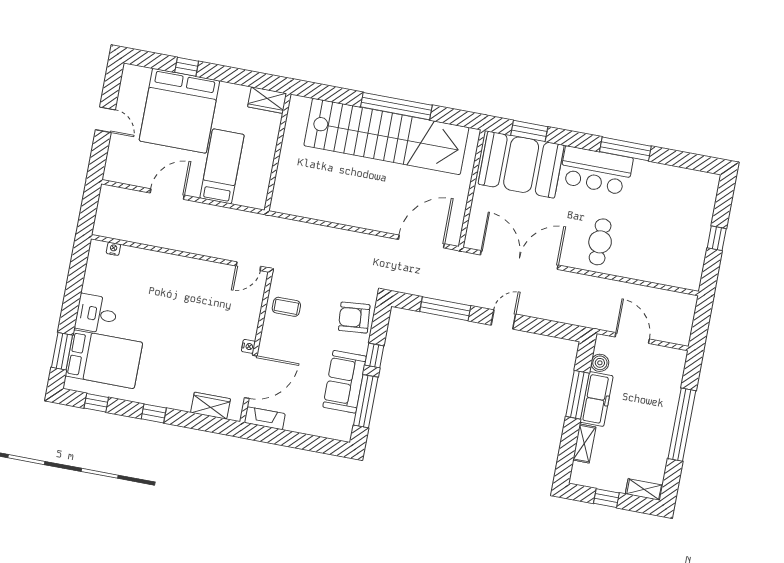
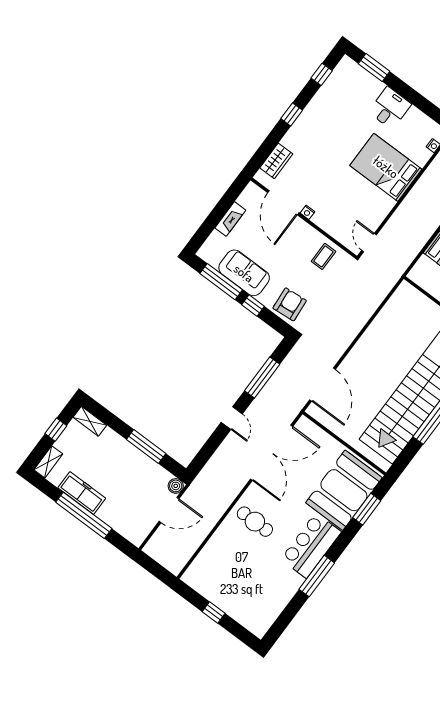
bed: (104, 359) -> (386, 167), moved, turned 90
boiler: (600, 363) -> (176, 486), moved
freezer: (597, 399) -> (82, 493), moved, turned 180
fireplace: (265, 418) -> (230, 219), moved
shelving: (584, 444) -> (90, 421), moved

